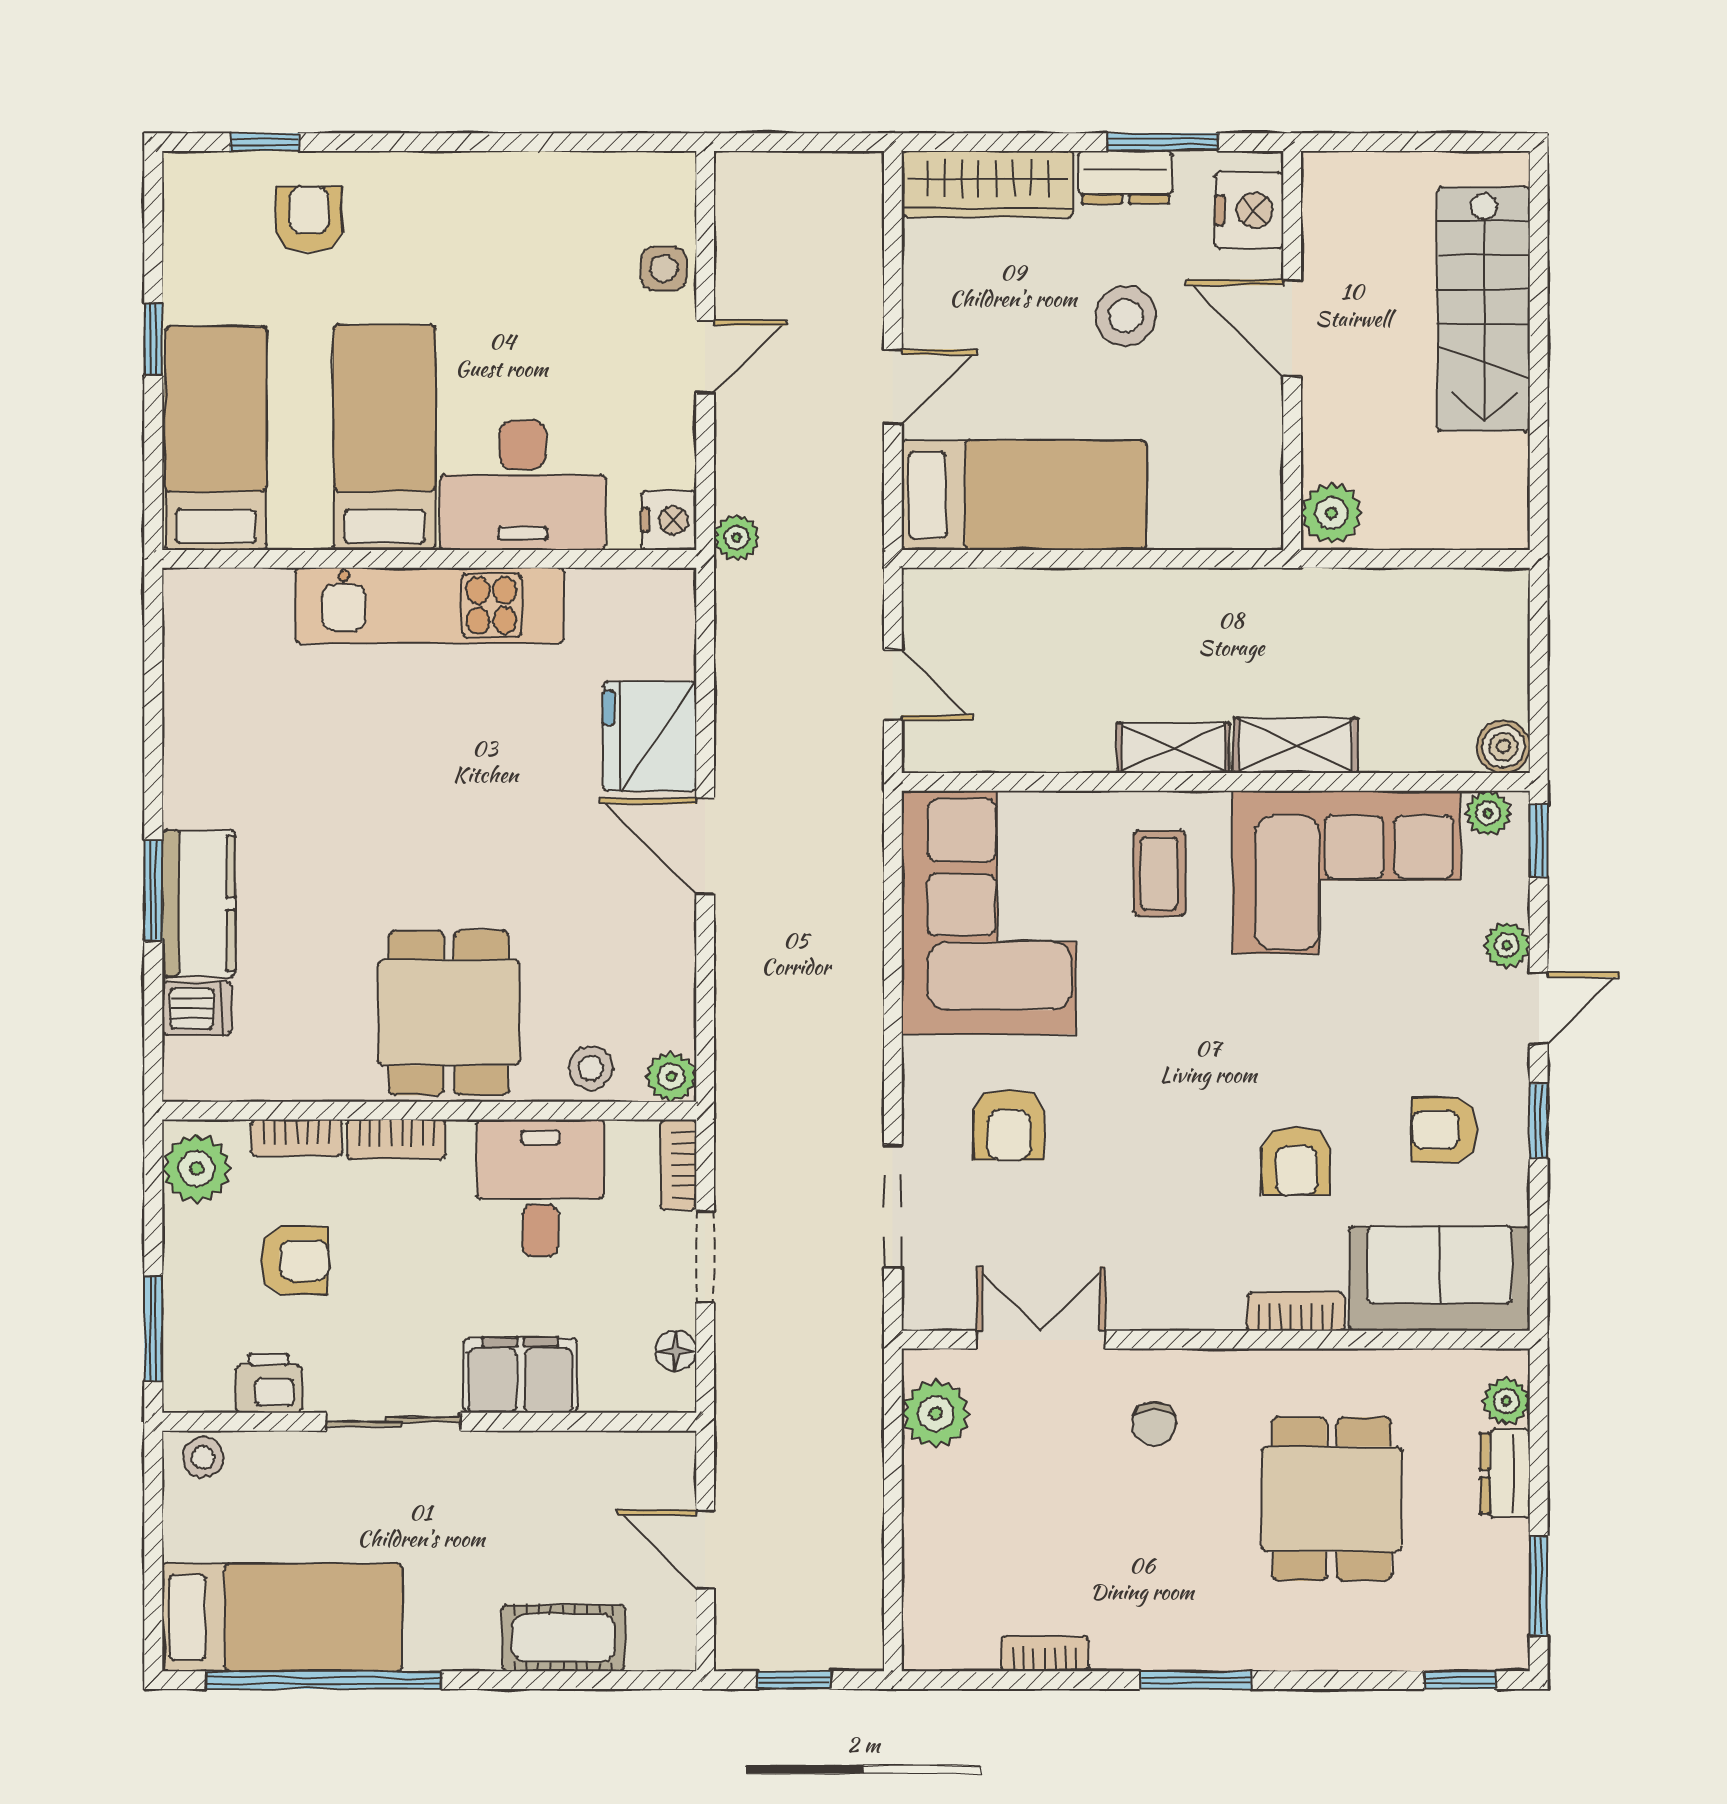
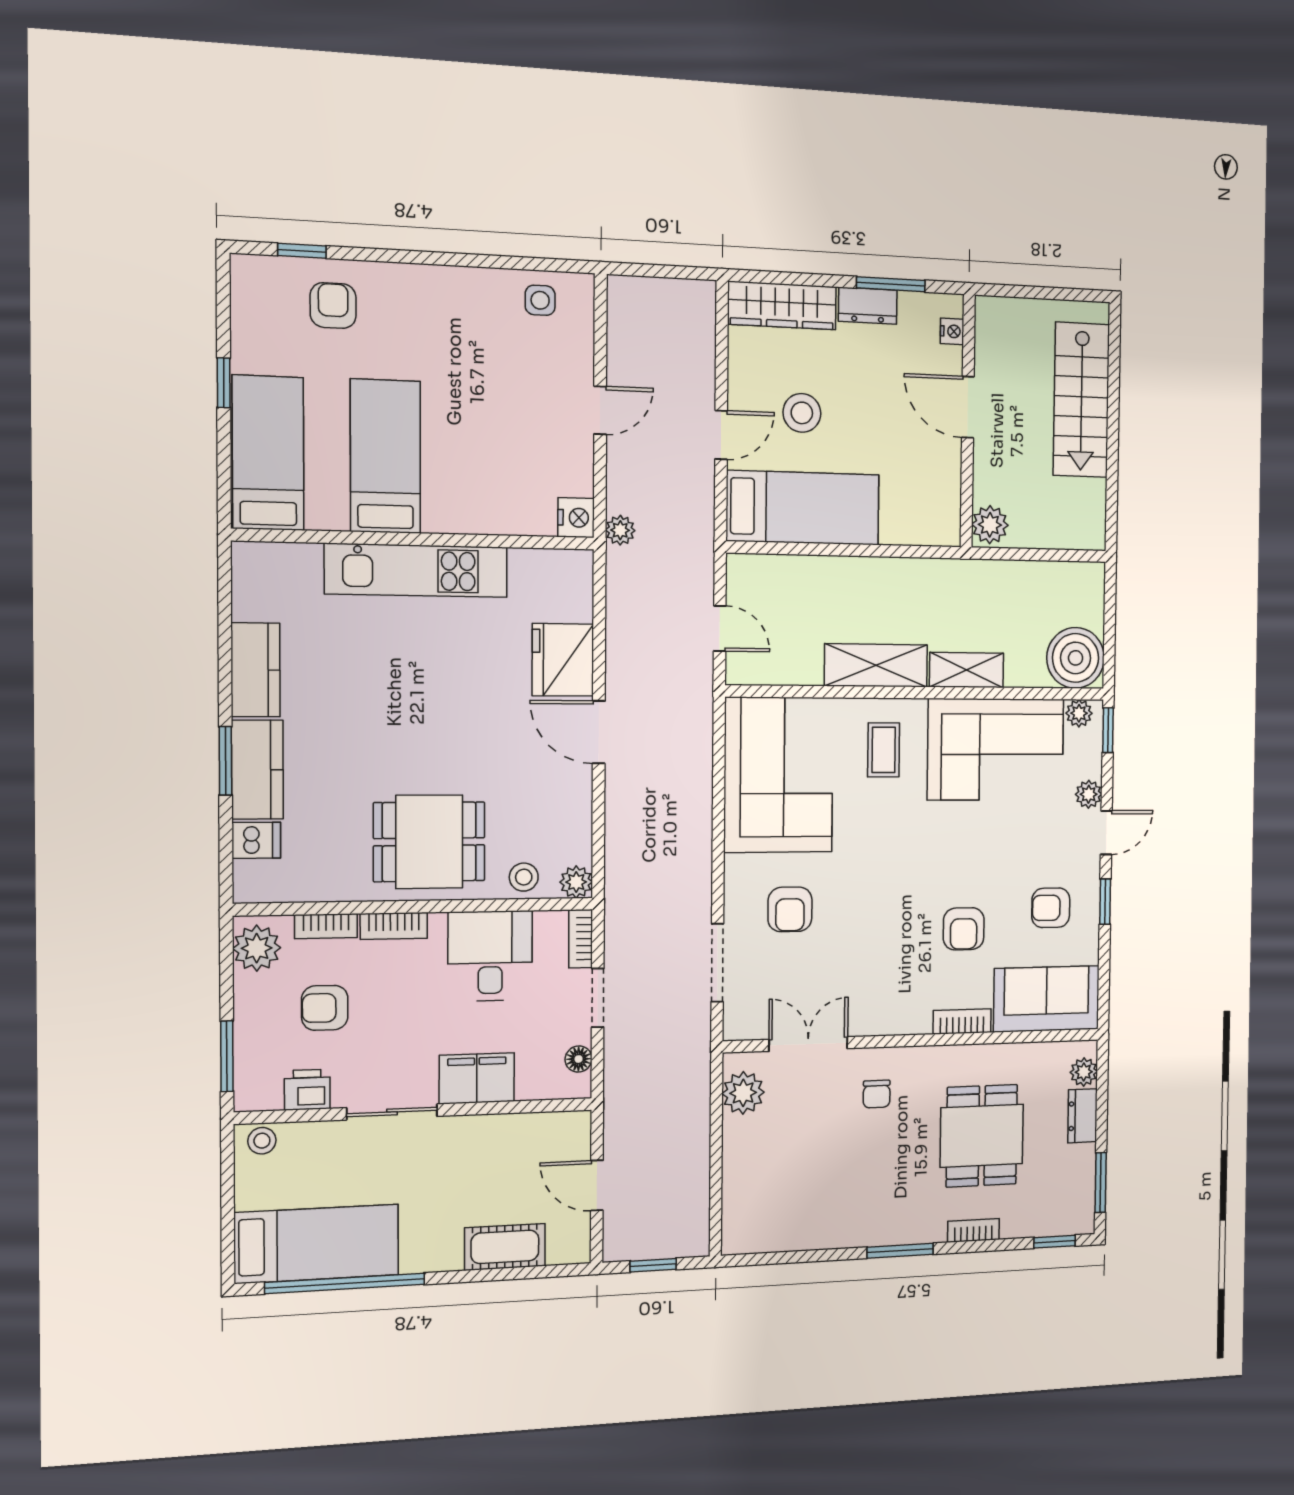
nightstand: (1249, 210) -> (952, 331), width x0.53, depth x0.56
side table: (664, 269) -> (540, 300), moved
stool: (1126, 316) -> (802, 413), moved
desk: (523, 485) -> (479, 491), removed
boiler: (1503, 747) -> (1076, 658), width x1.86, depth x1.86
shelving: (1173, 748) -> (876, 665), width x1.50, depth x1.33
kitchen counter: (197, 756) -> (256, 670), added
dining table: (449, 1013) -> (429, 842), turned 90
armchair: (295, 1260) -> (325, 1008), turned 180
bookcase: (1045, 1654) -> (973, 1230), moved

